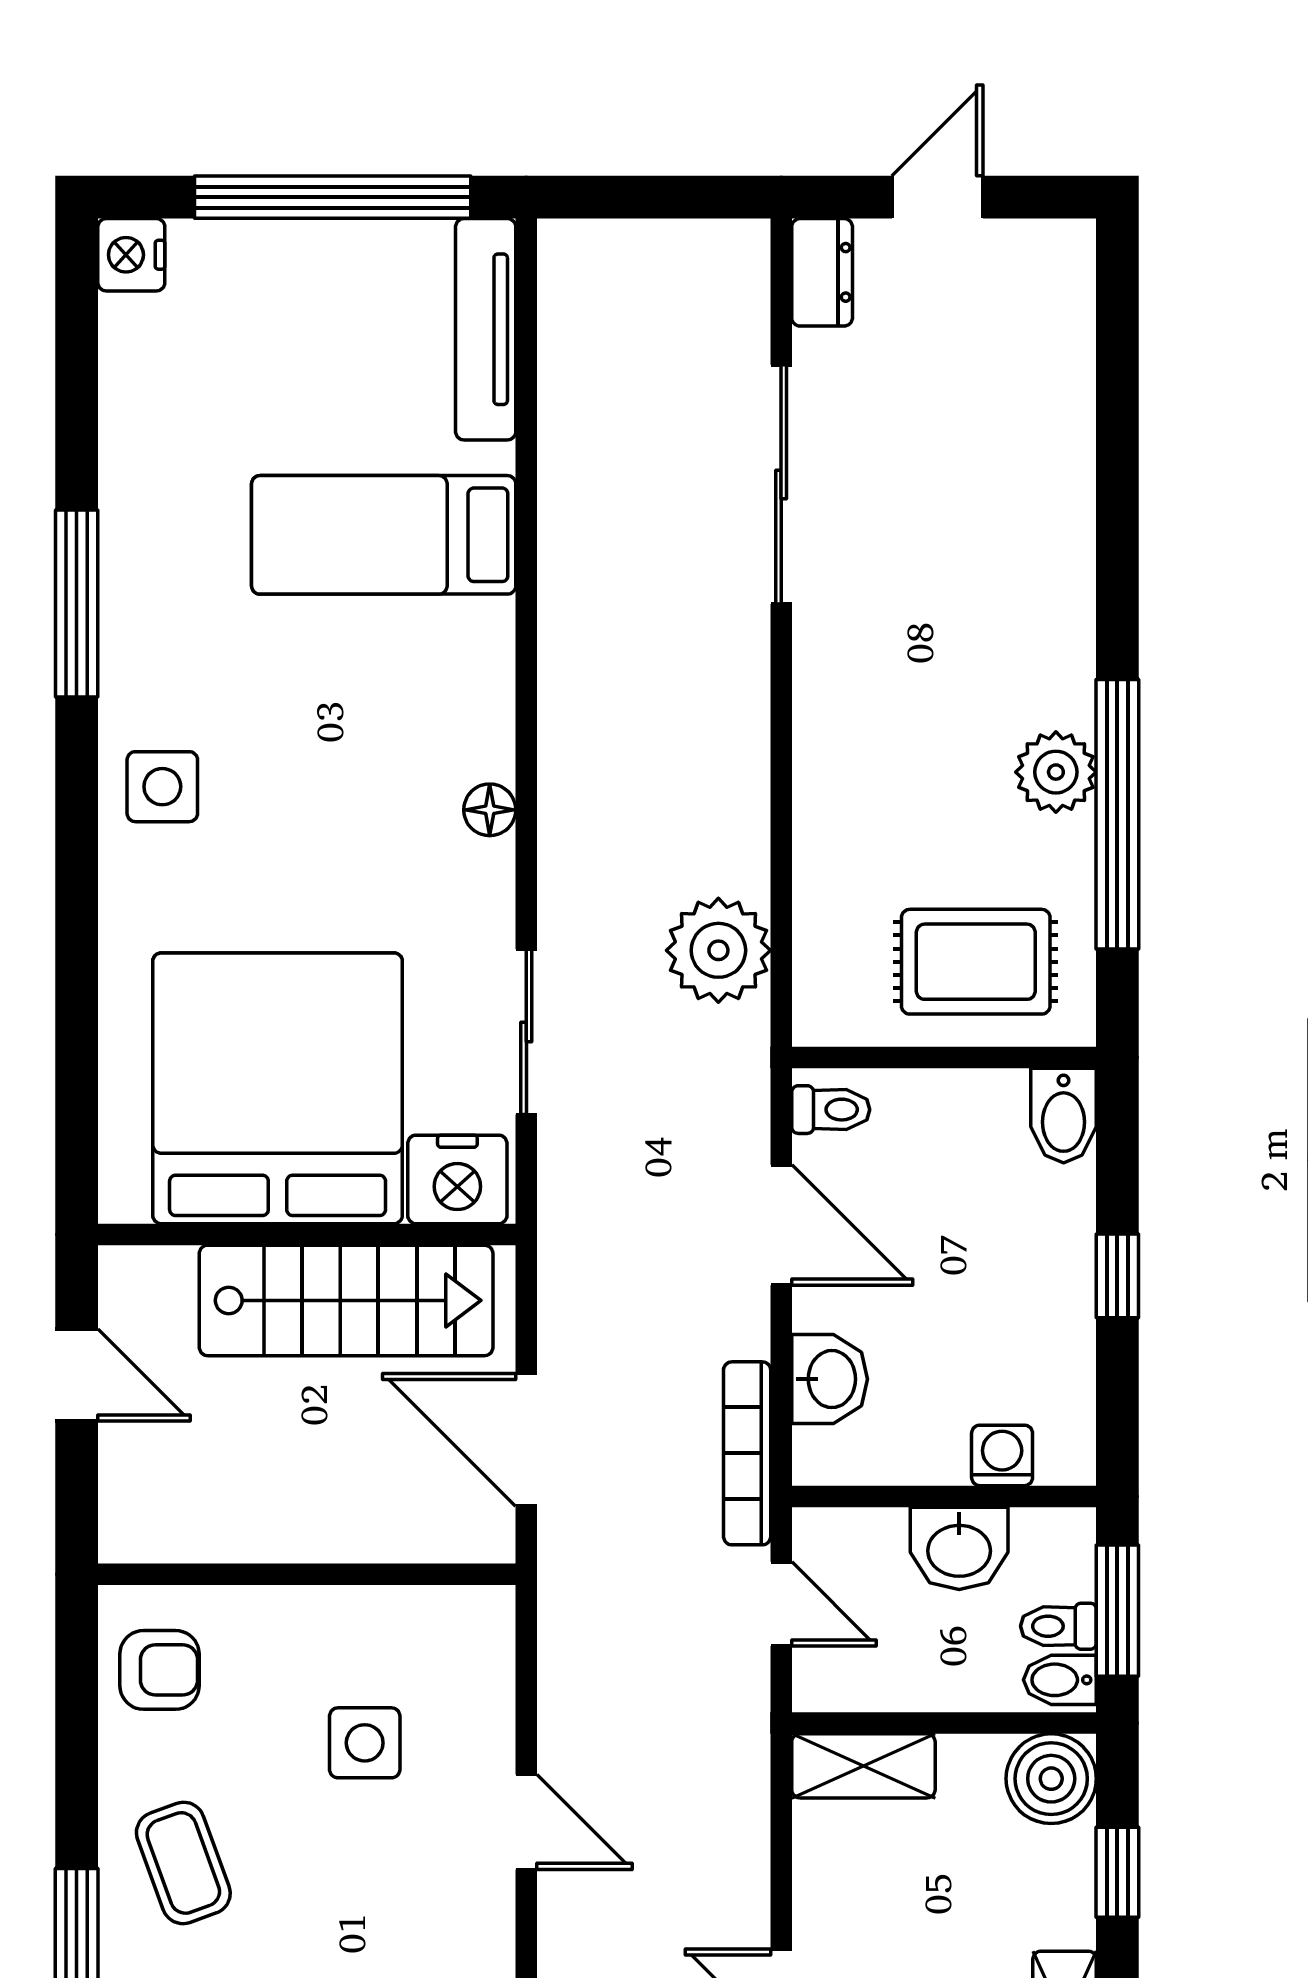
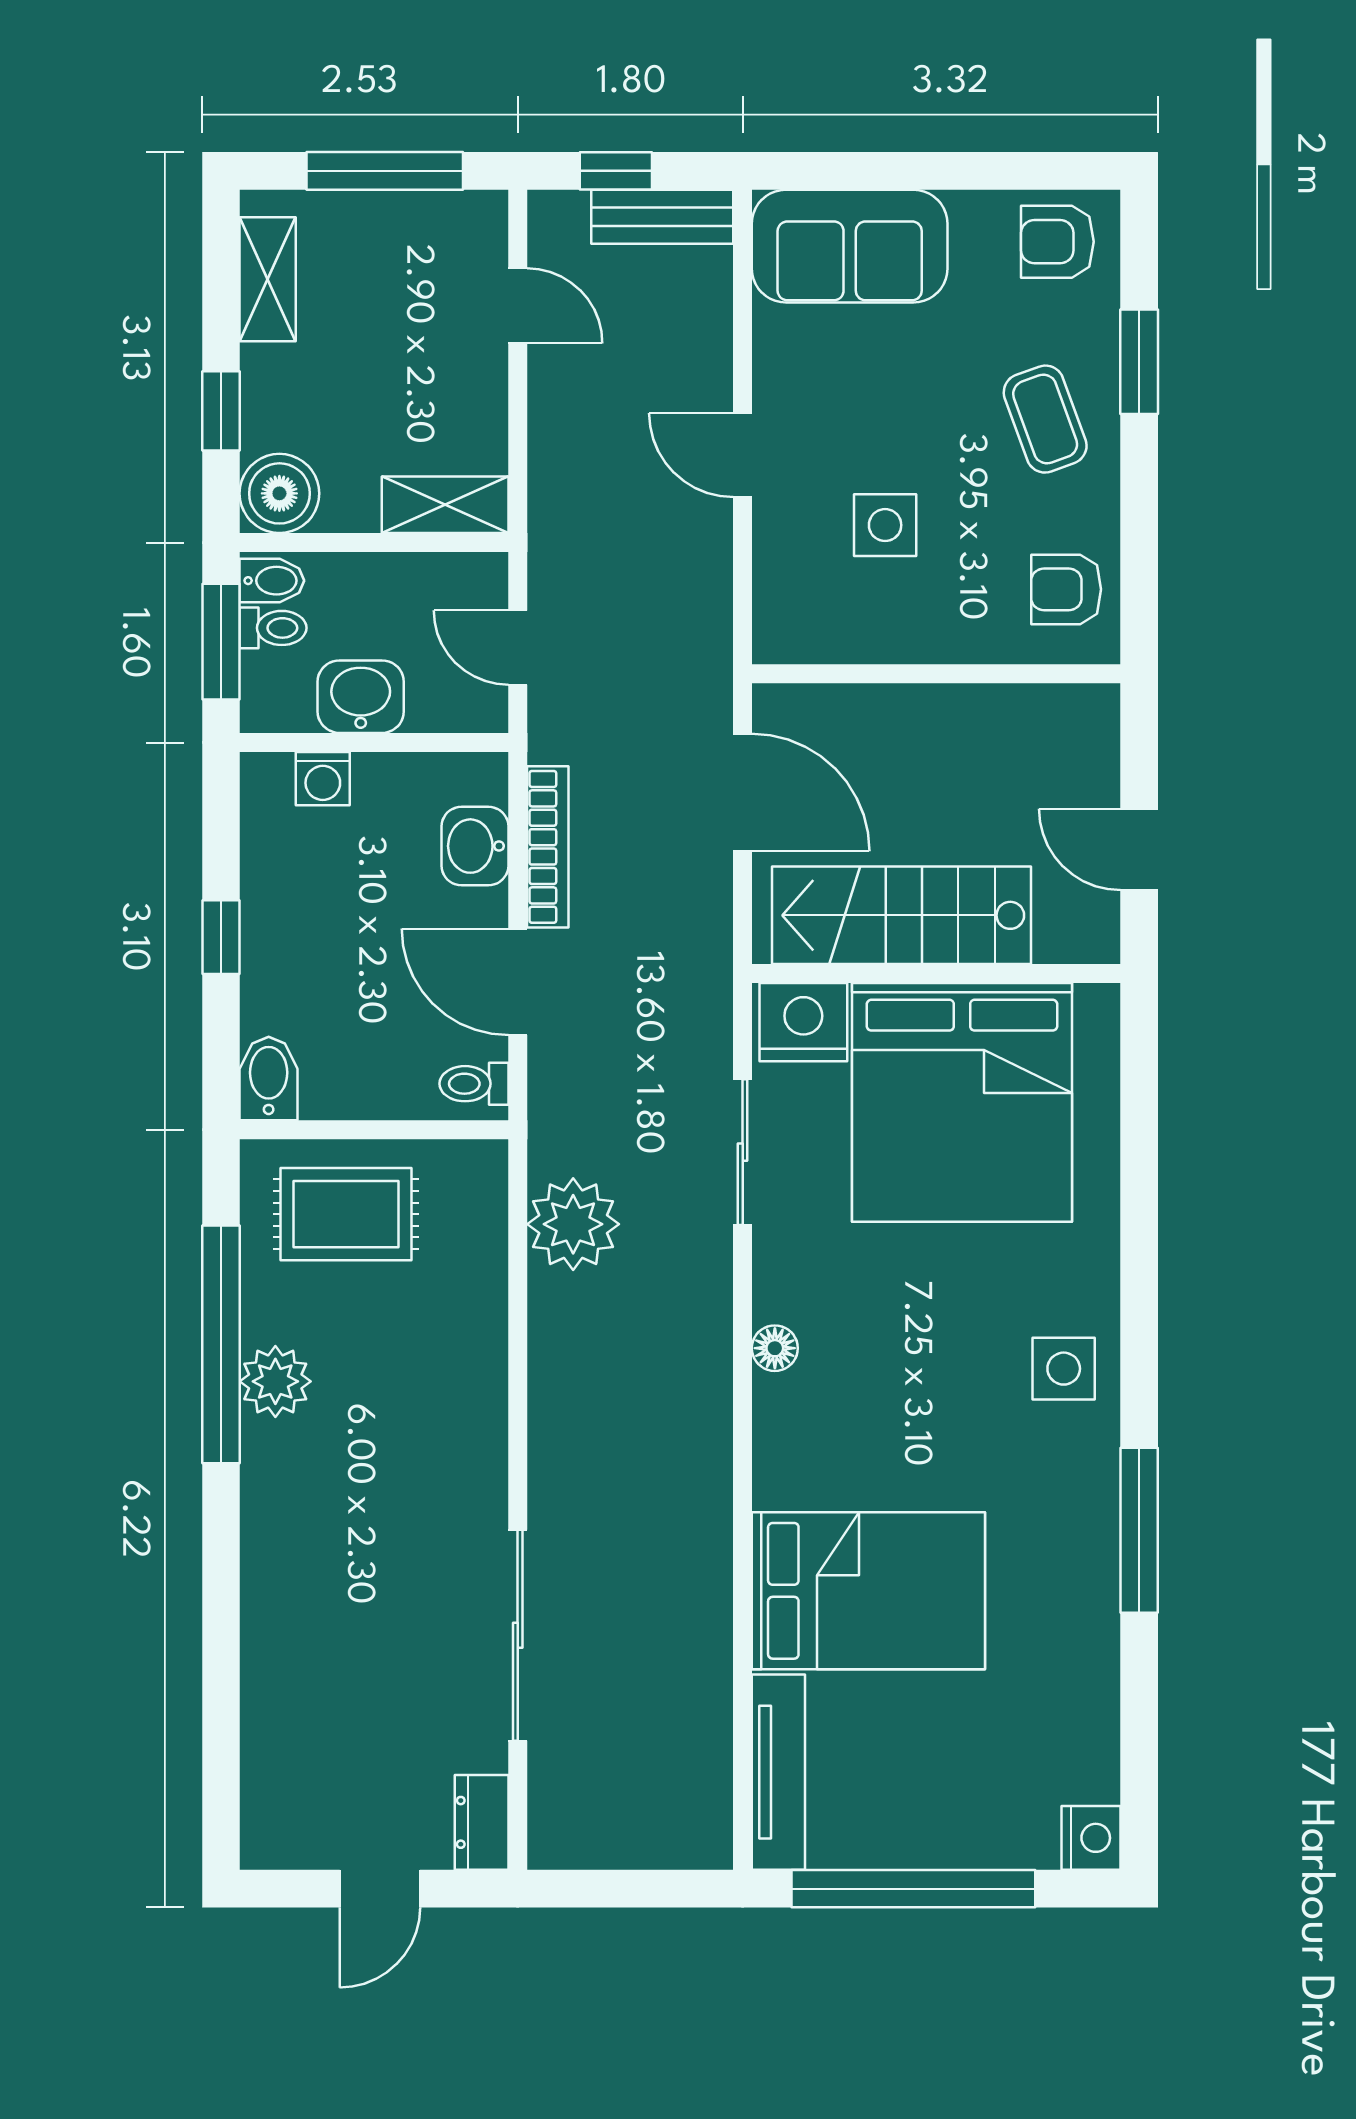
bed: (384, 535) -> (868, 1591), width x1.50
bookcase: (747, 1453) -> (548, 847), moved

